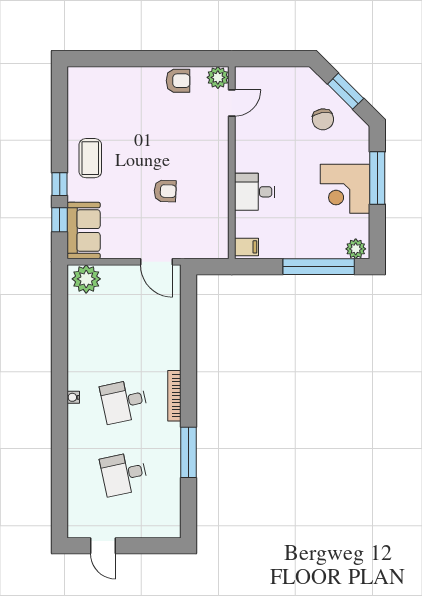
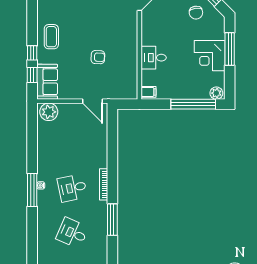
window: (60, 405) -> (32, 190), added
desk: (124, 474) -> (72, 233), turned 36

